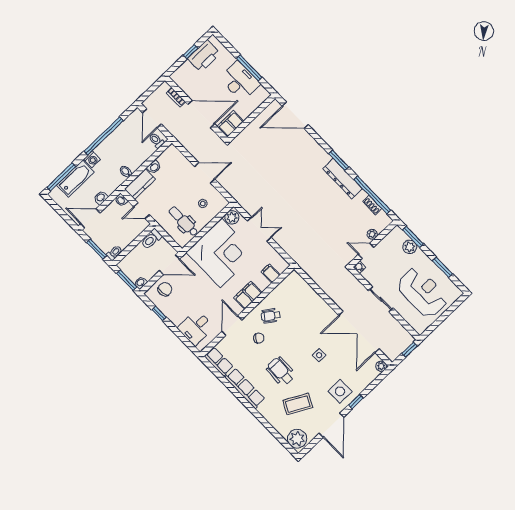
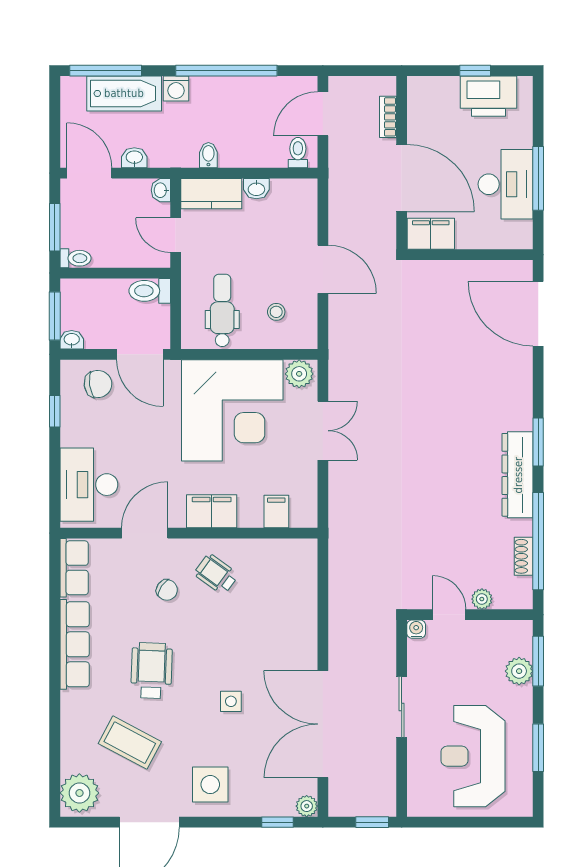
reception desk: (422, 292) -> (473, 756), turned 180
desk: (196, 328) -> (89, 485), width x1.37
window: (356, 402) -> (278, 822), moved

